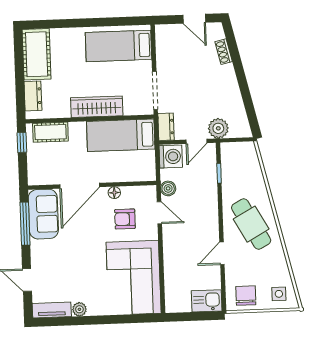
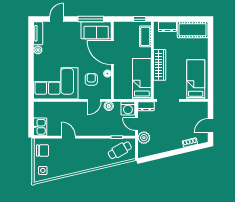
cafe table: (251, 224) -> (120, 150), moved, width x0.73, depth x0.74

